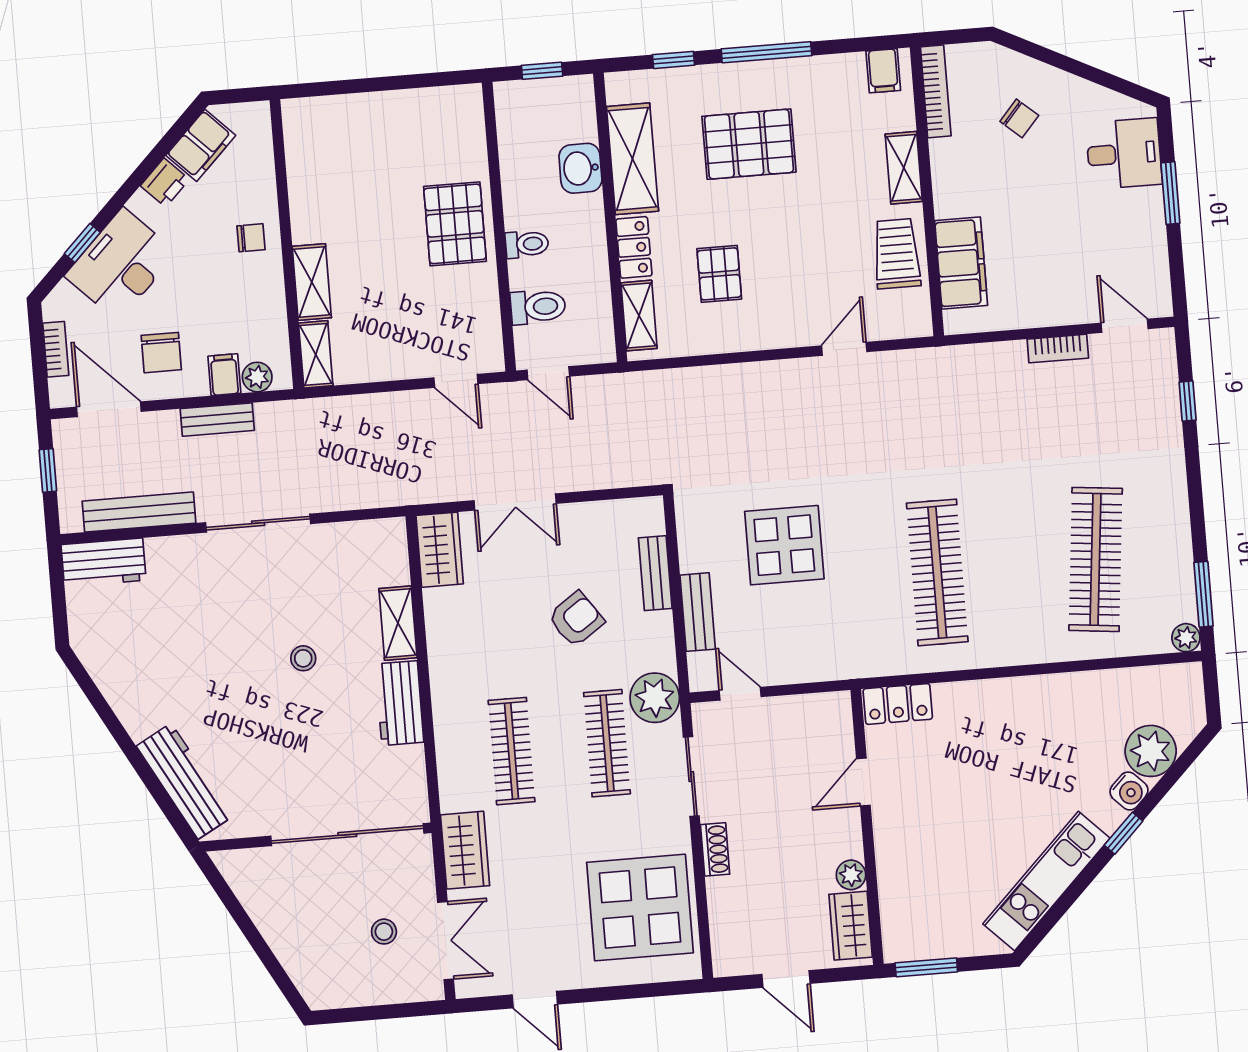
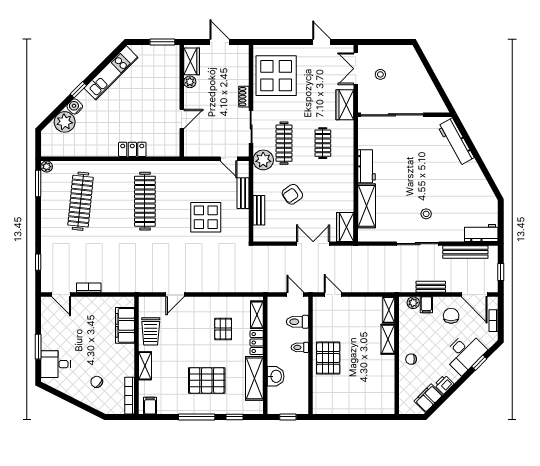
shelving: (398, 623) -> (367, 206), width x1.50, depth x1.33
stool: (303, 658) -> (426, 214), moved
locker: (898, 704) -> (132, 149), moved
clothes rail: (512, 751) -> (323, 143), width x0.73

